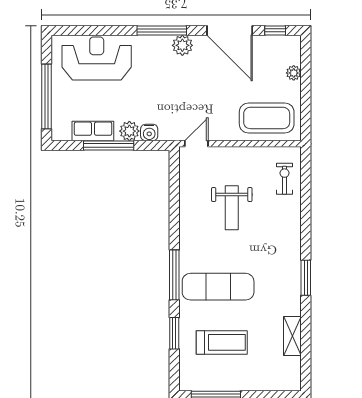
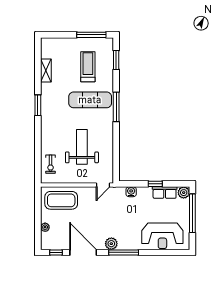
plant: (129, 131) -> (184, 193), moved
window: (109, 146) -> (155, 184), width x0.46
weight bench: (232, 208) -> (82, 147), width x1.36, depth x1.33
window: (174, 333) -> (116, 60), moved
treadmill: (222, 342) -> (88, 67), turned 90

